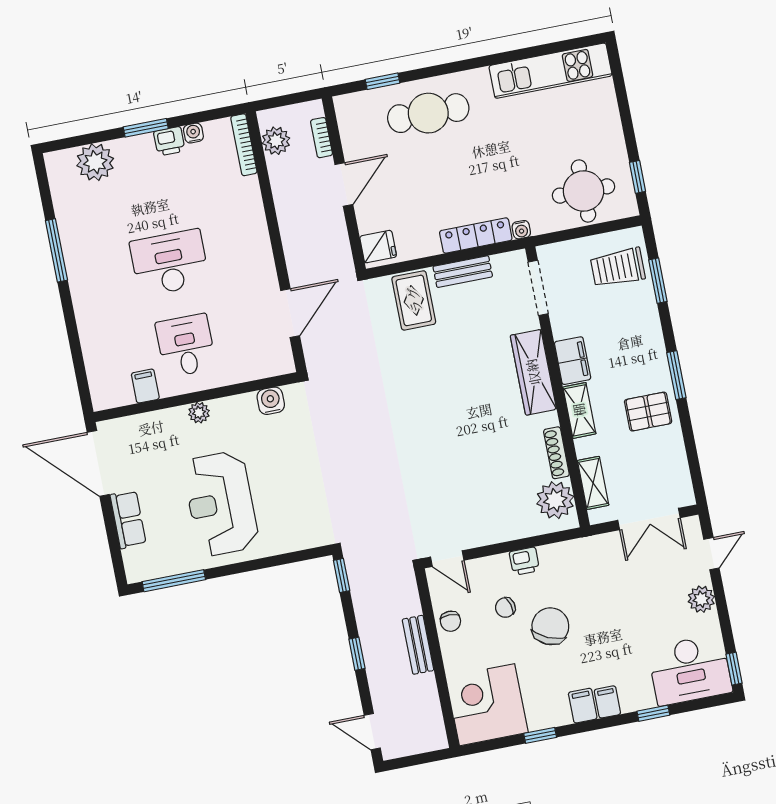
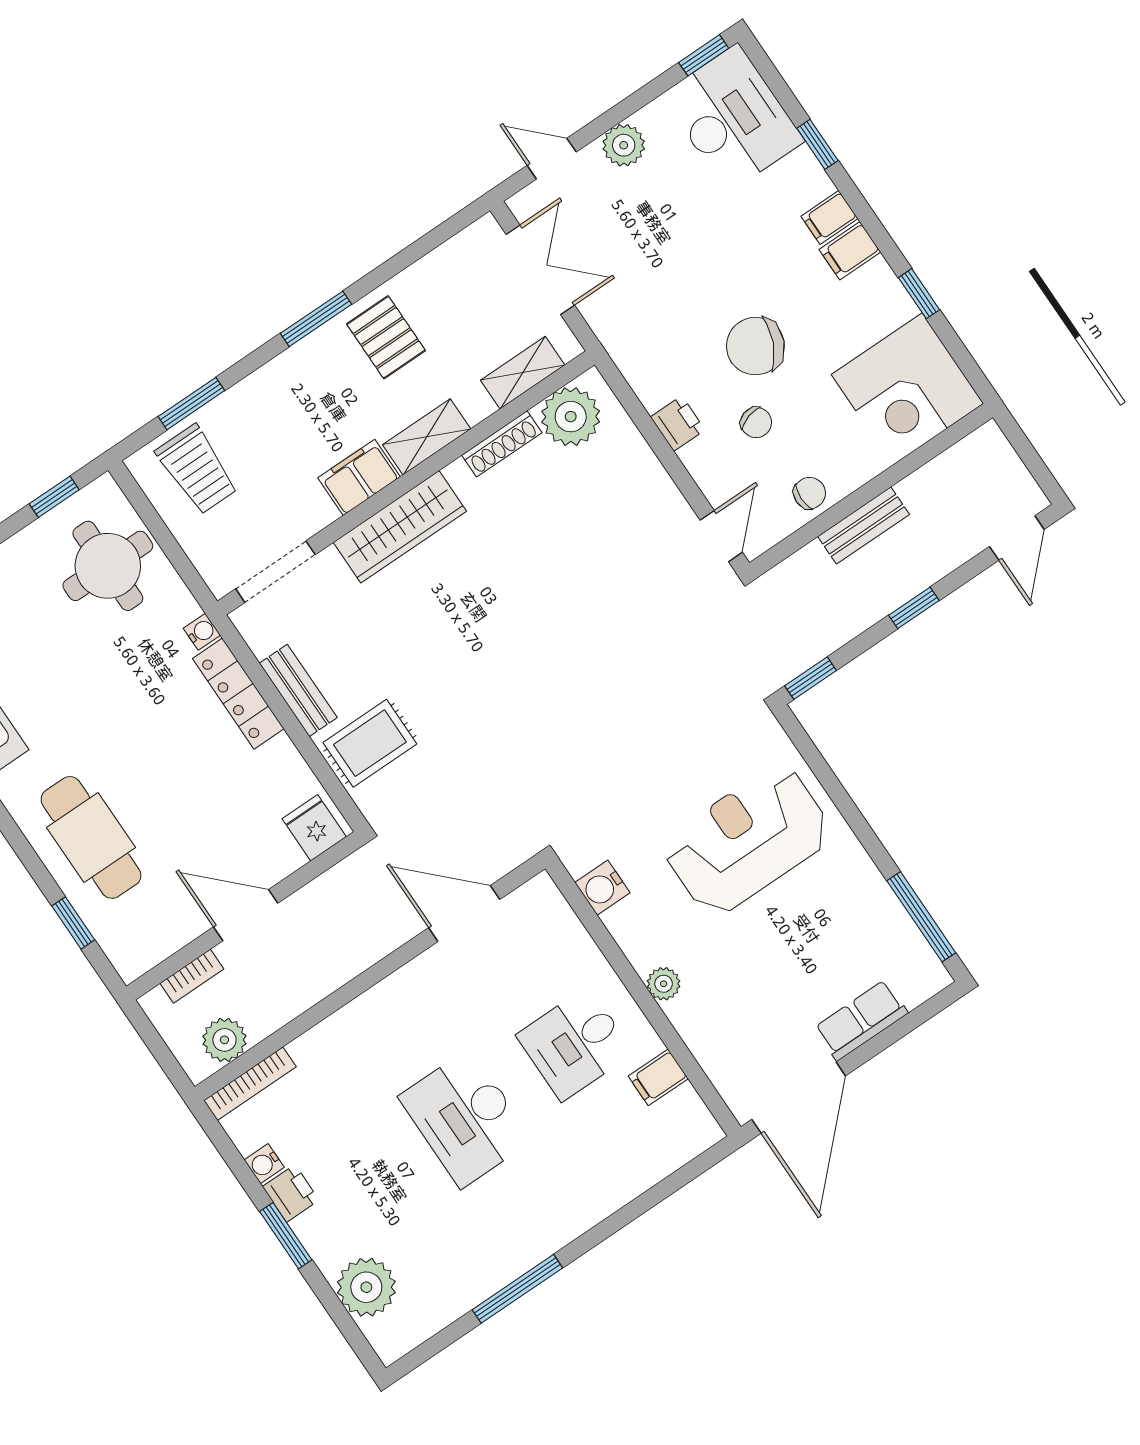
reception desk: (221, 504) -> (747, 840), moved, turned 180

